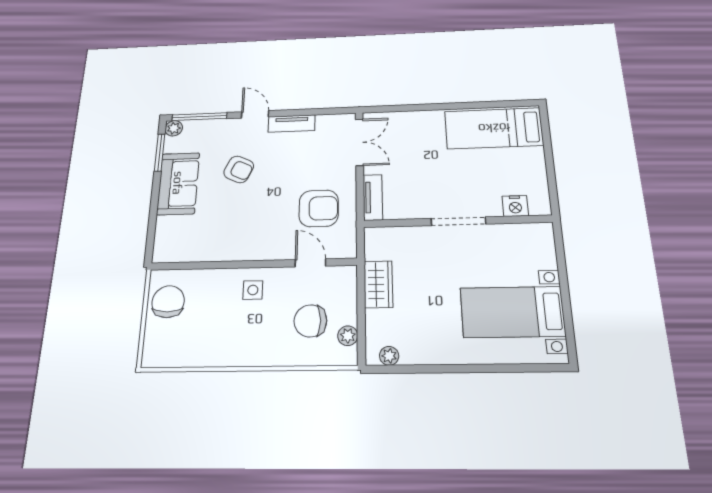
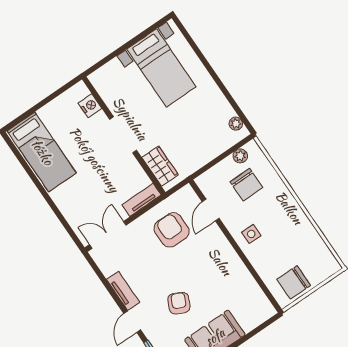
wardrobe: (378, 284) -> (160, 166), moved, turned 90

